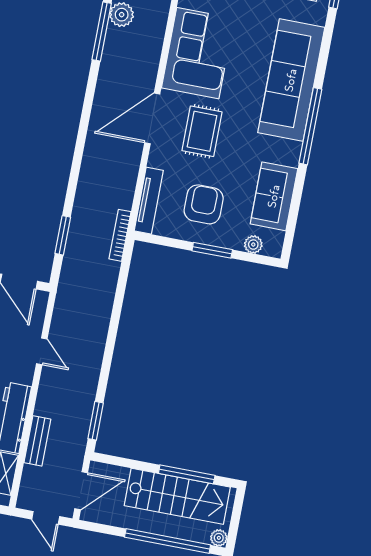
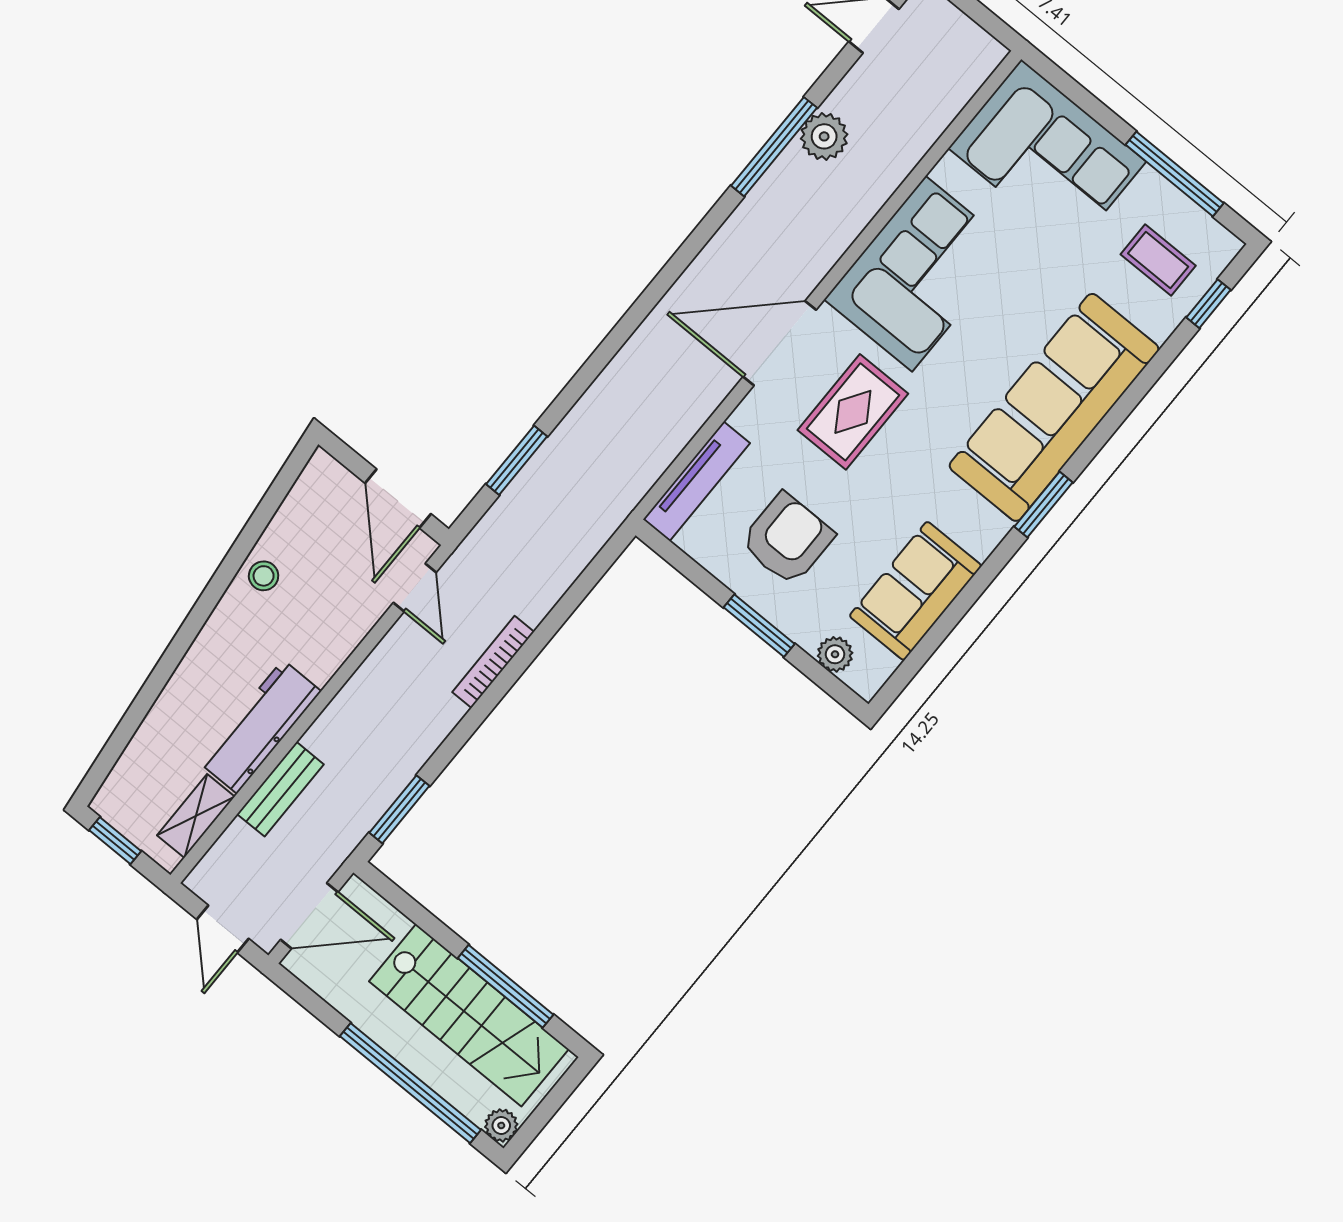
window: (310, 126) -> (1044, 505), width x0.47
bookcase: (120, 235) -> (493, 662), moved
door: (42, 351) -> (415, 588), moved

